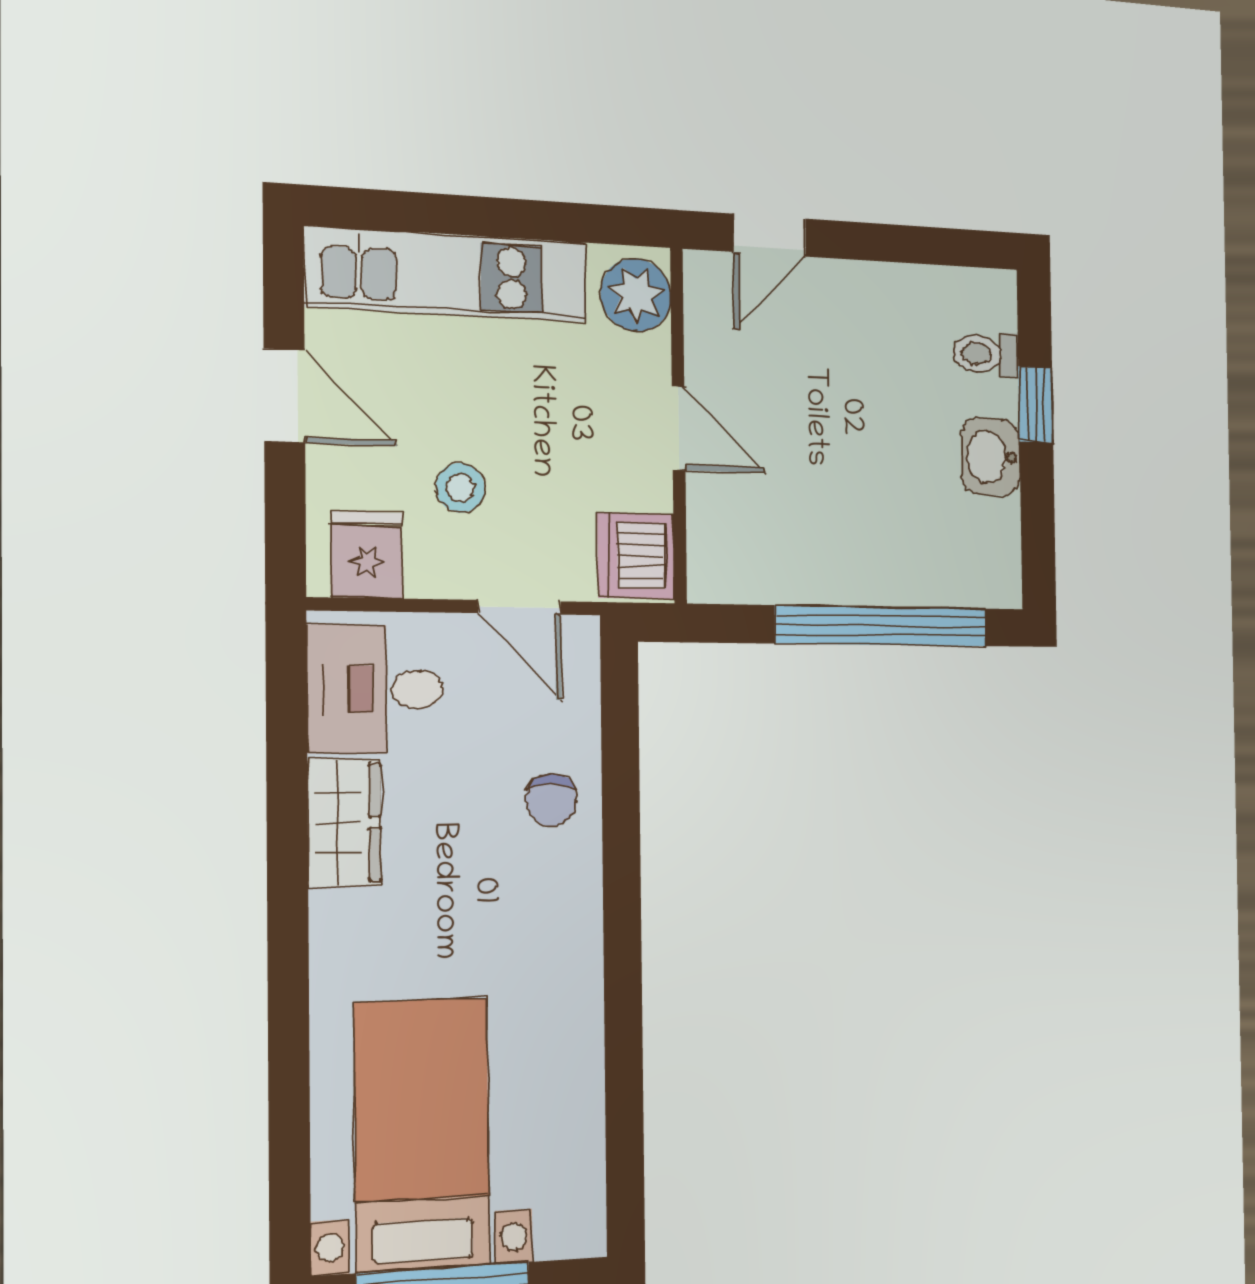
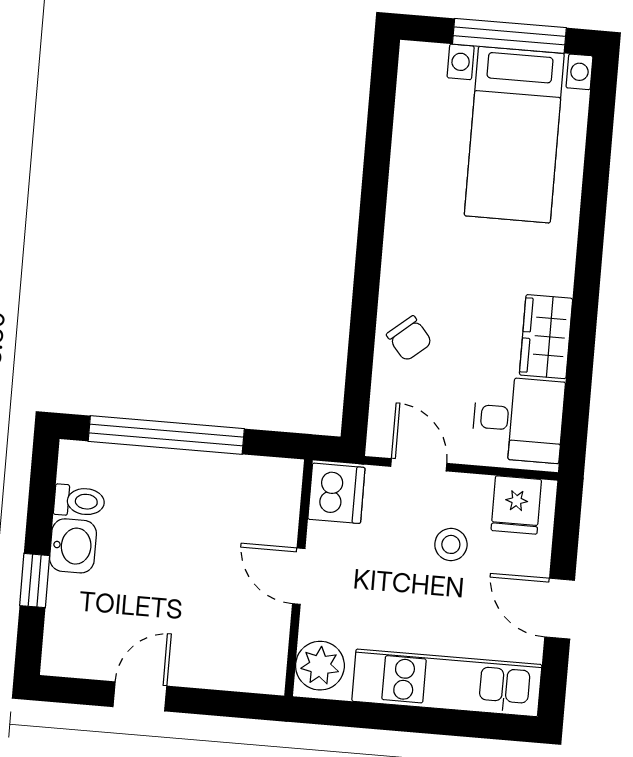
door: (770, 235) -> (140, 696), moved
toilet: (985, 354) -> (79, 501), moved
chair: (551, 800) -> (409, 339), turned 140

